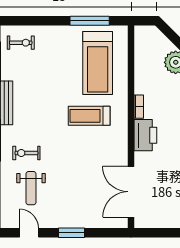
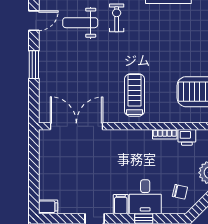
treadmill: (89, 116) -> (134, 95), moved
printer: (145, 135) -> (187, 137), moved, width x0.53, depth x0.68

